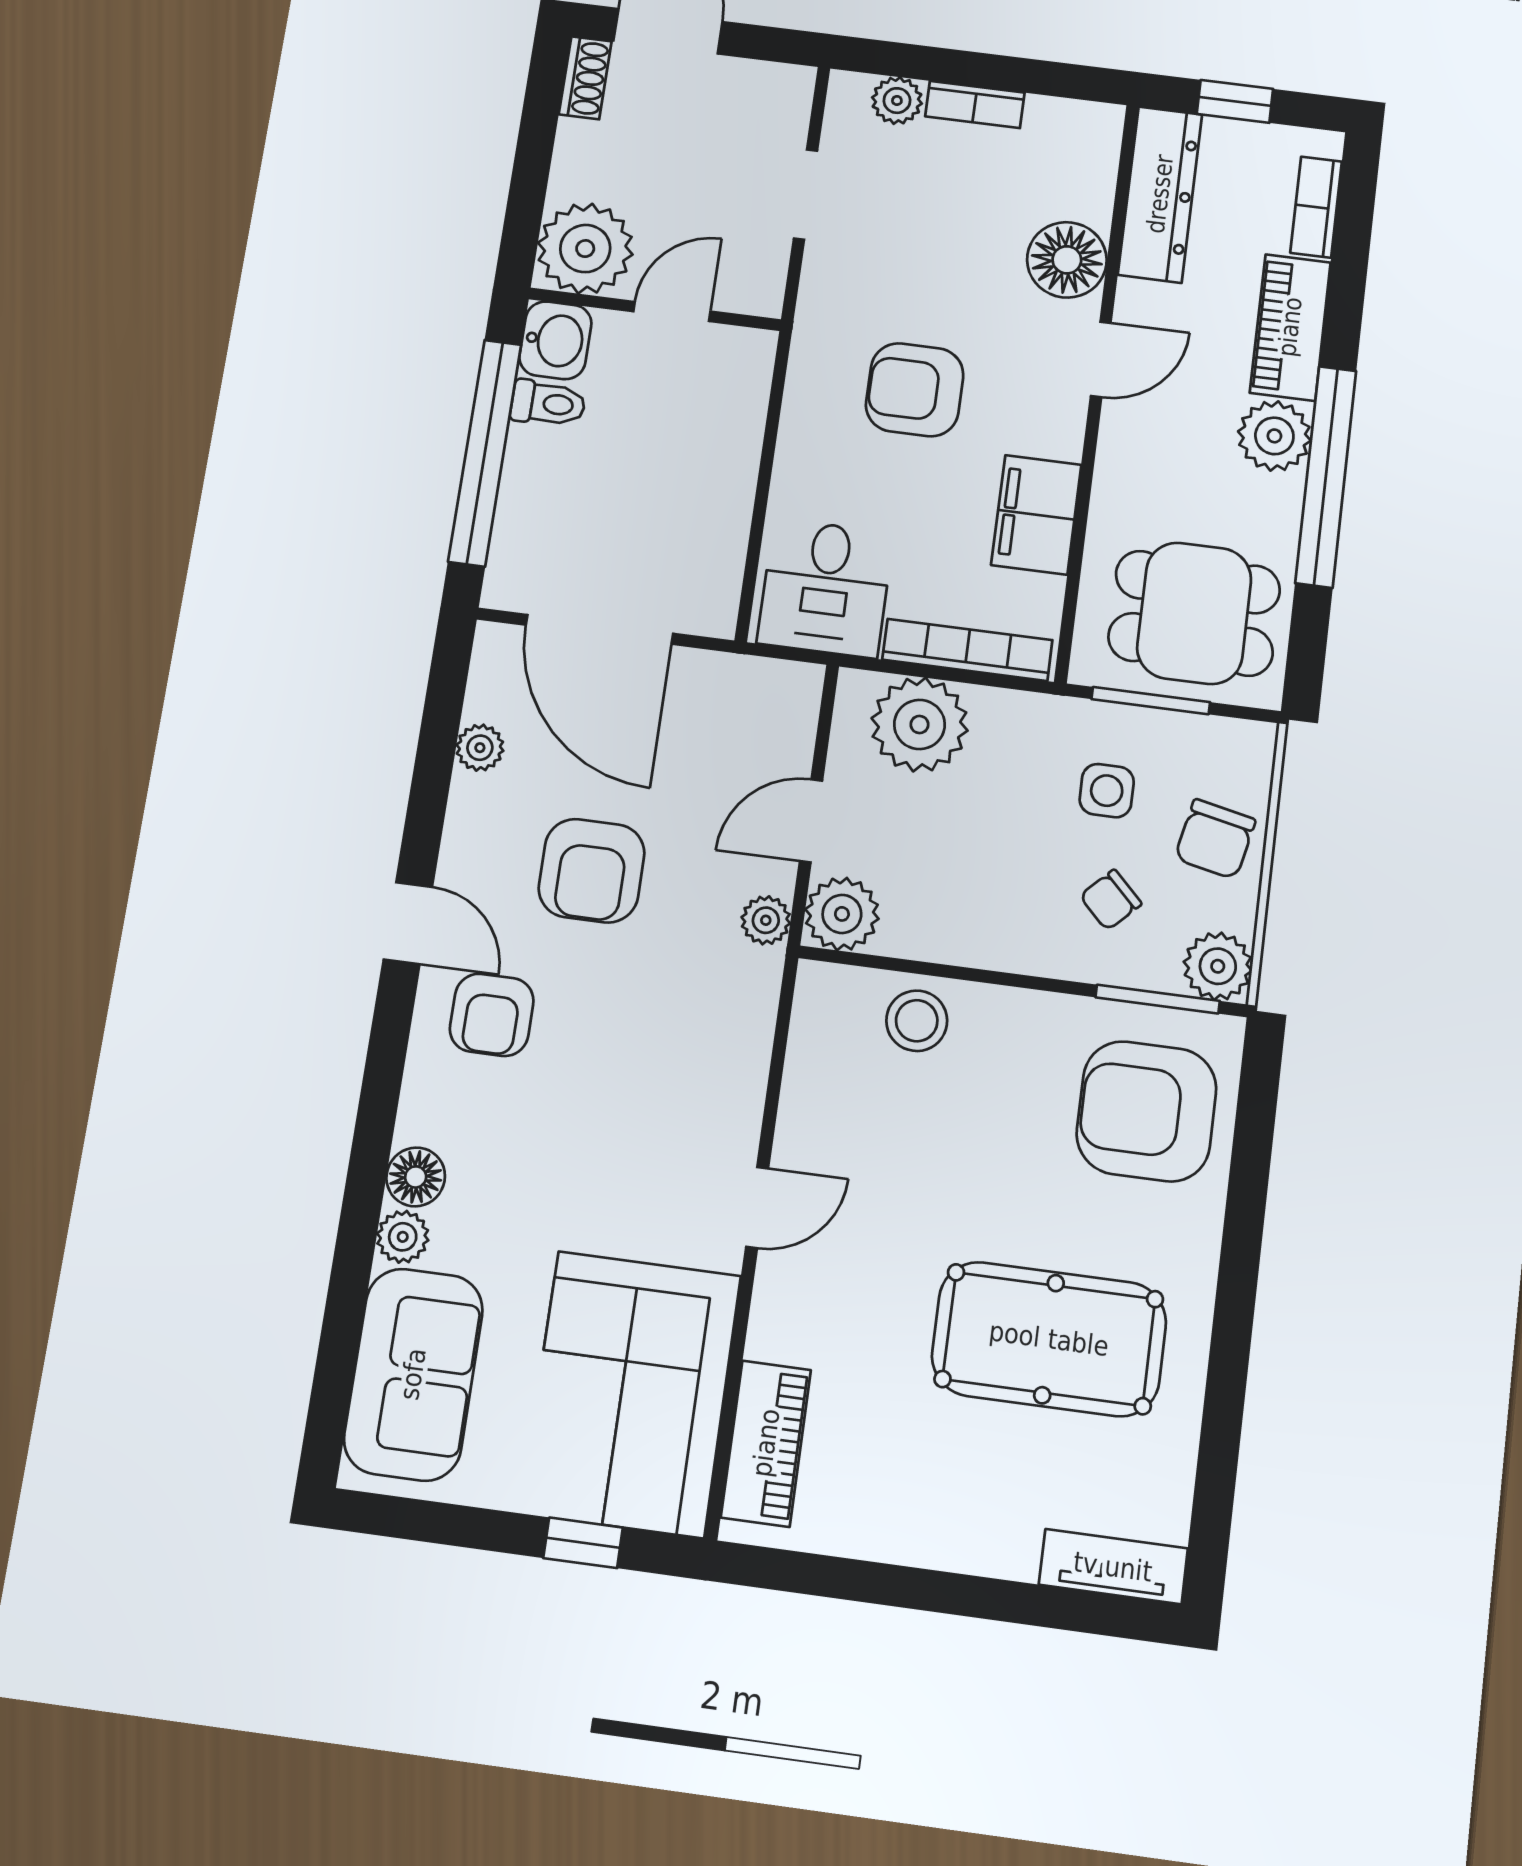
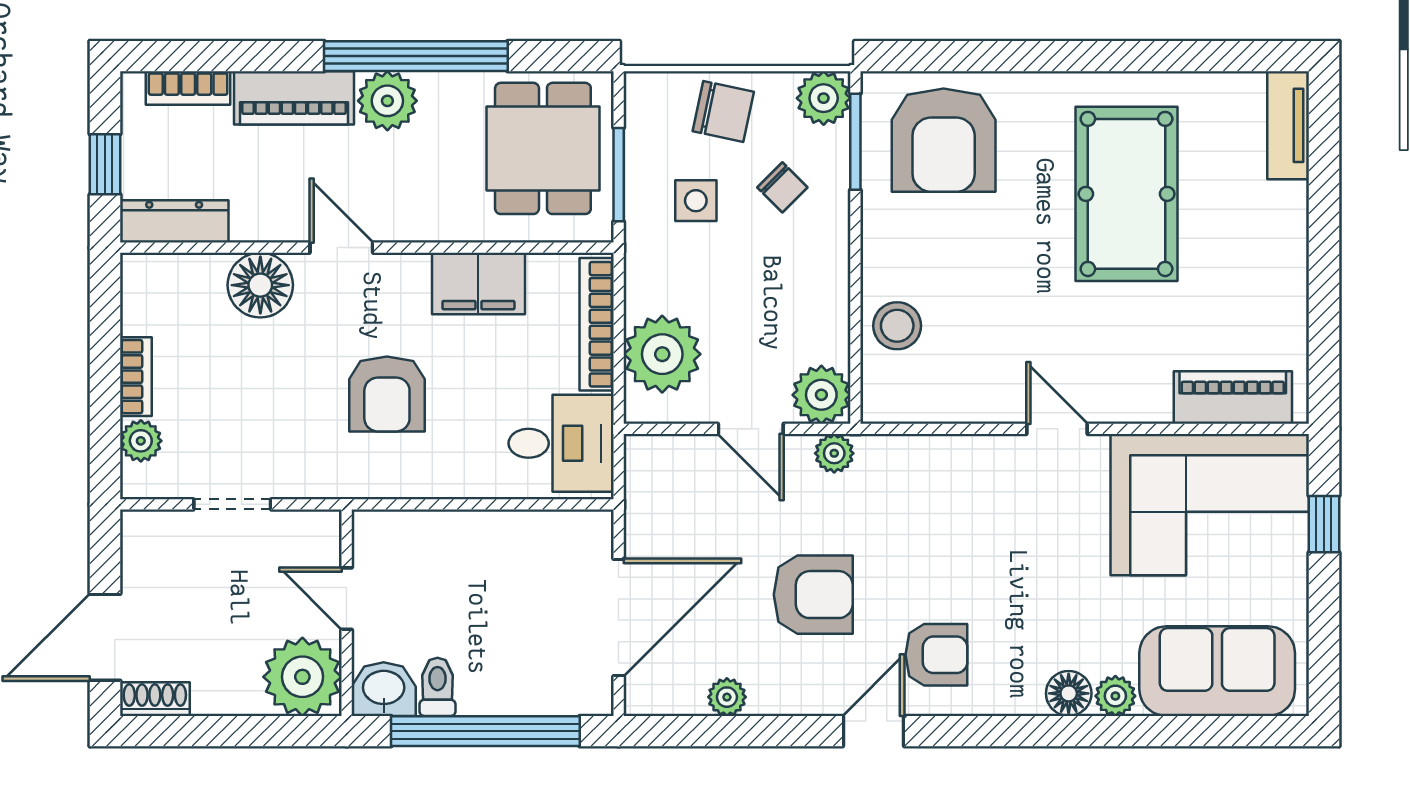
dresser: (1160, 194) -> (174, 221), width x0.73, depth x0.80

